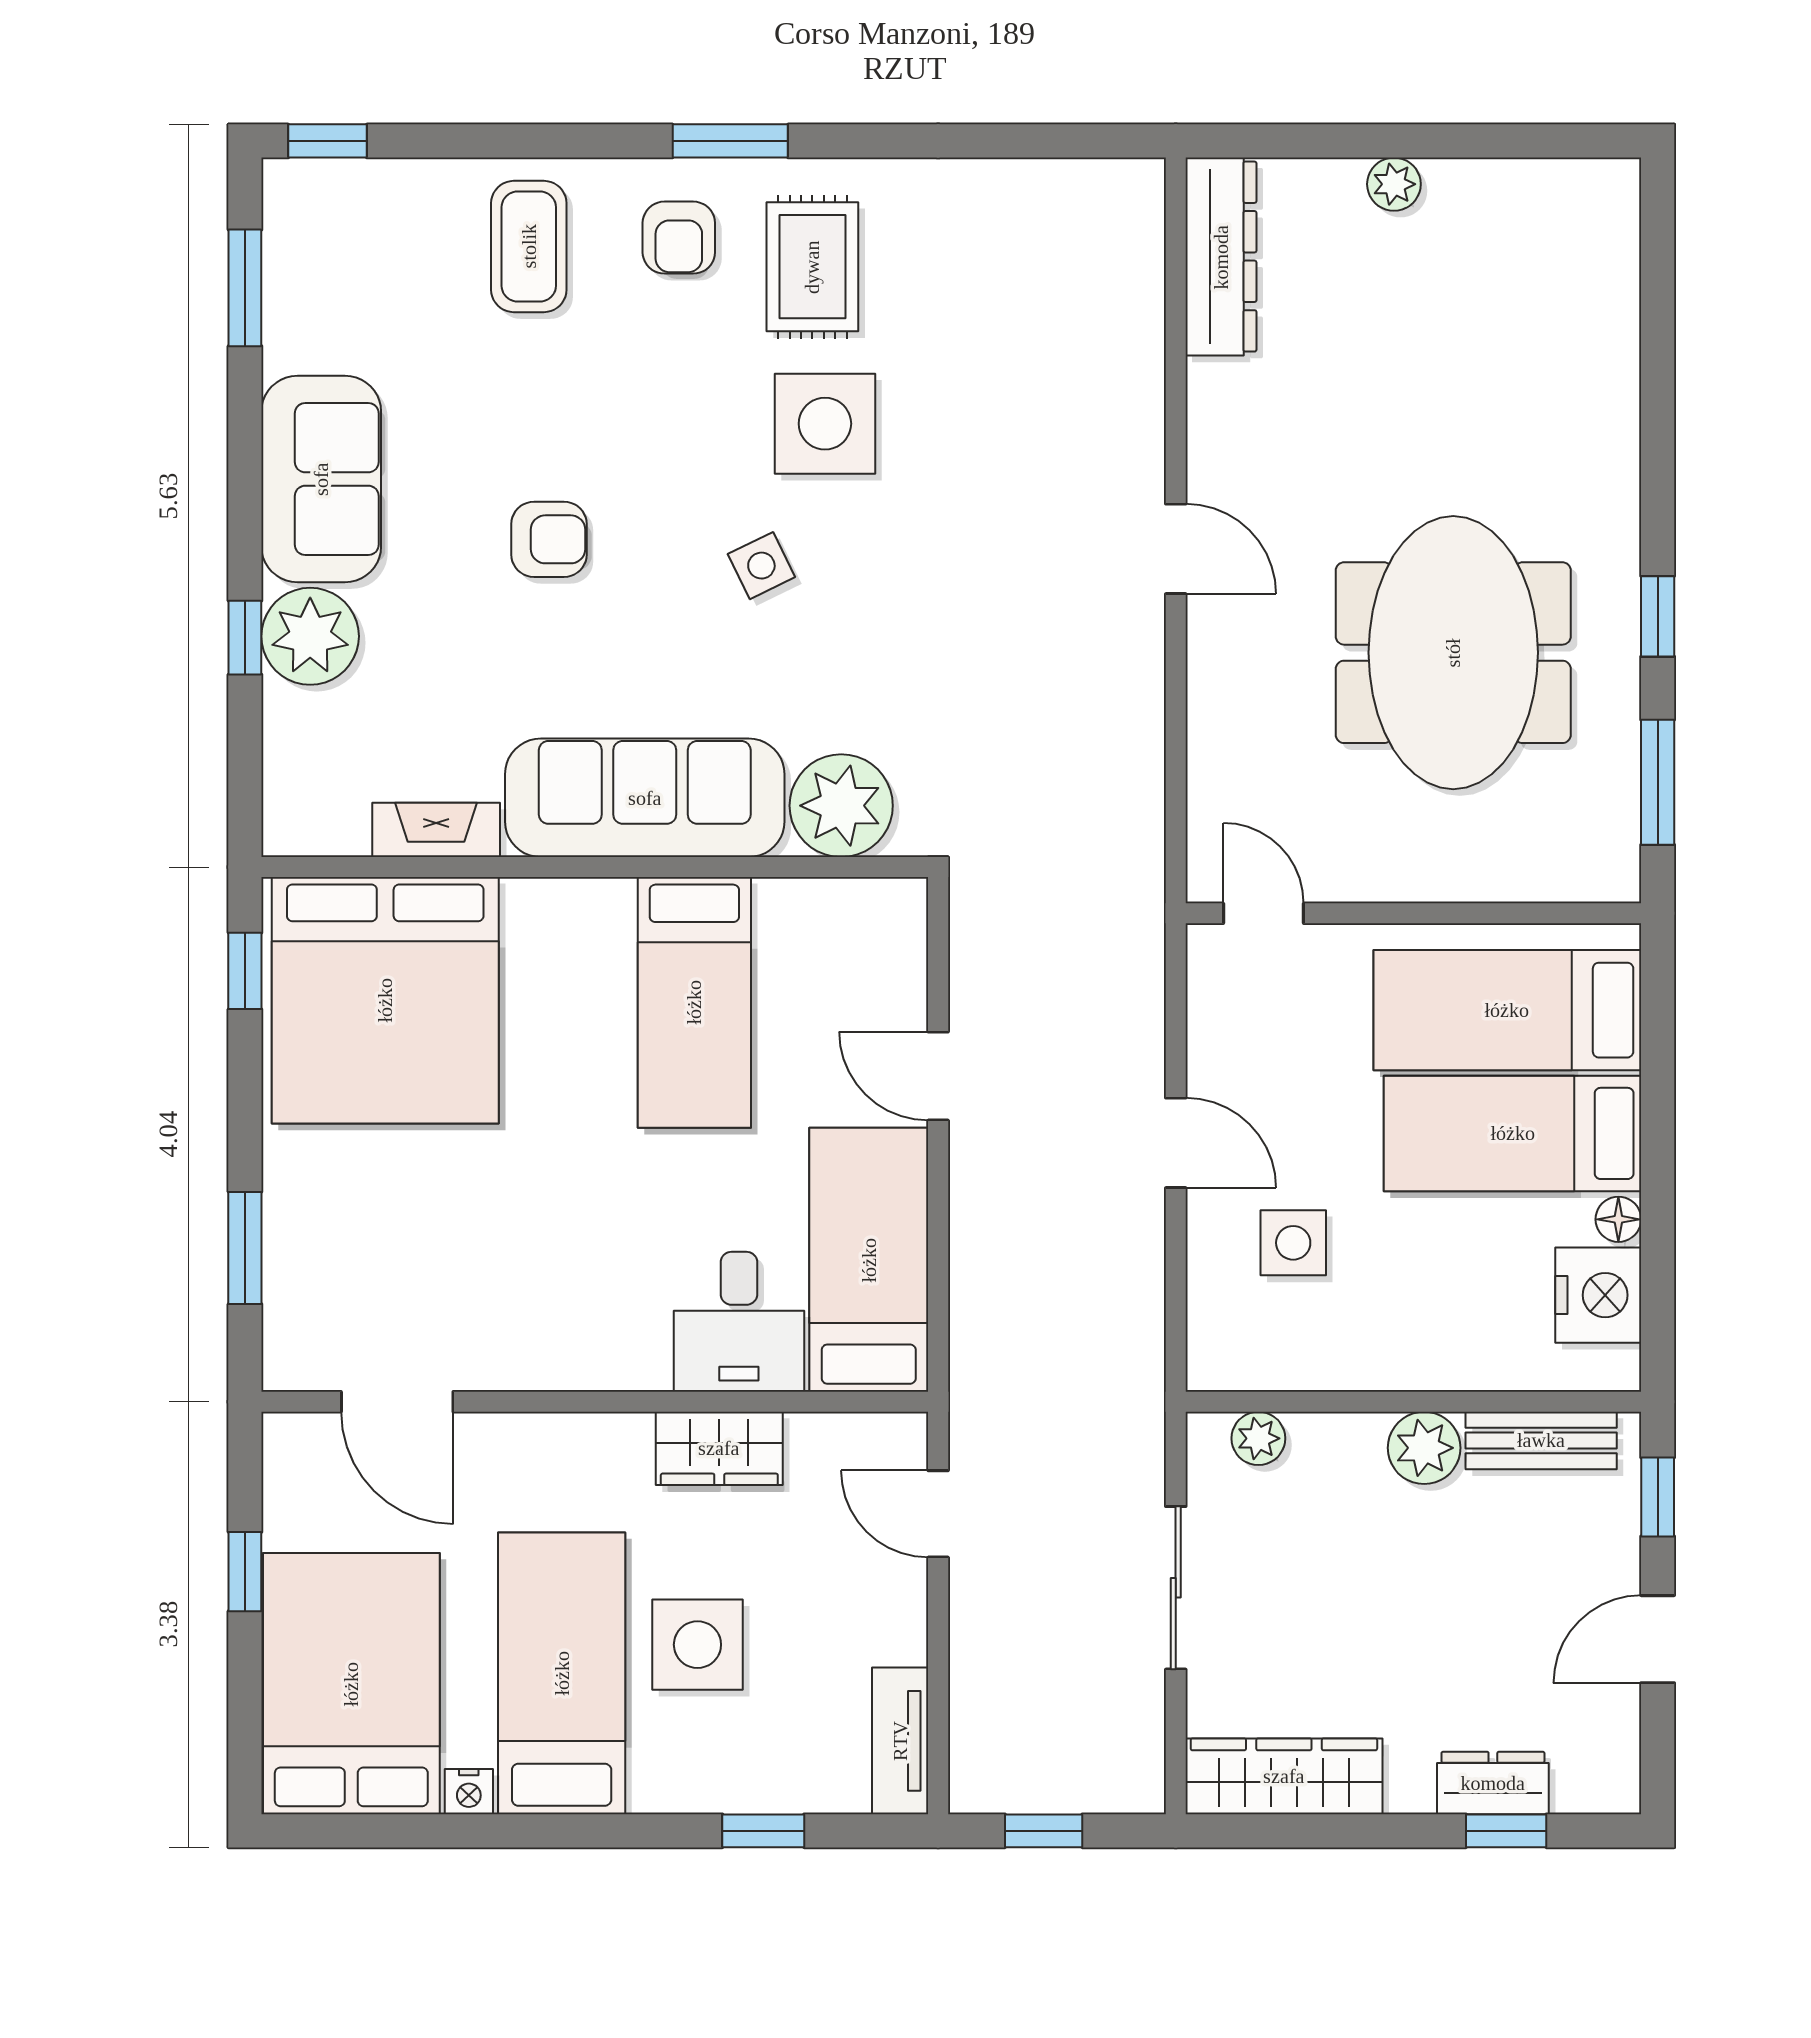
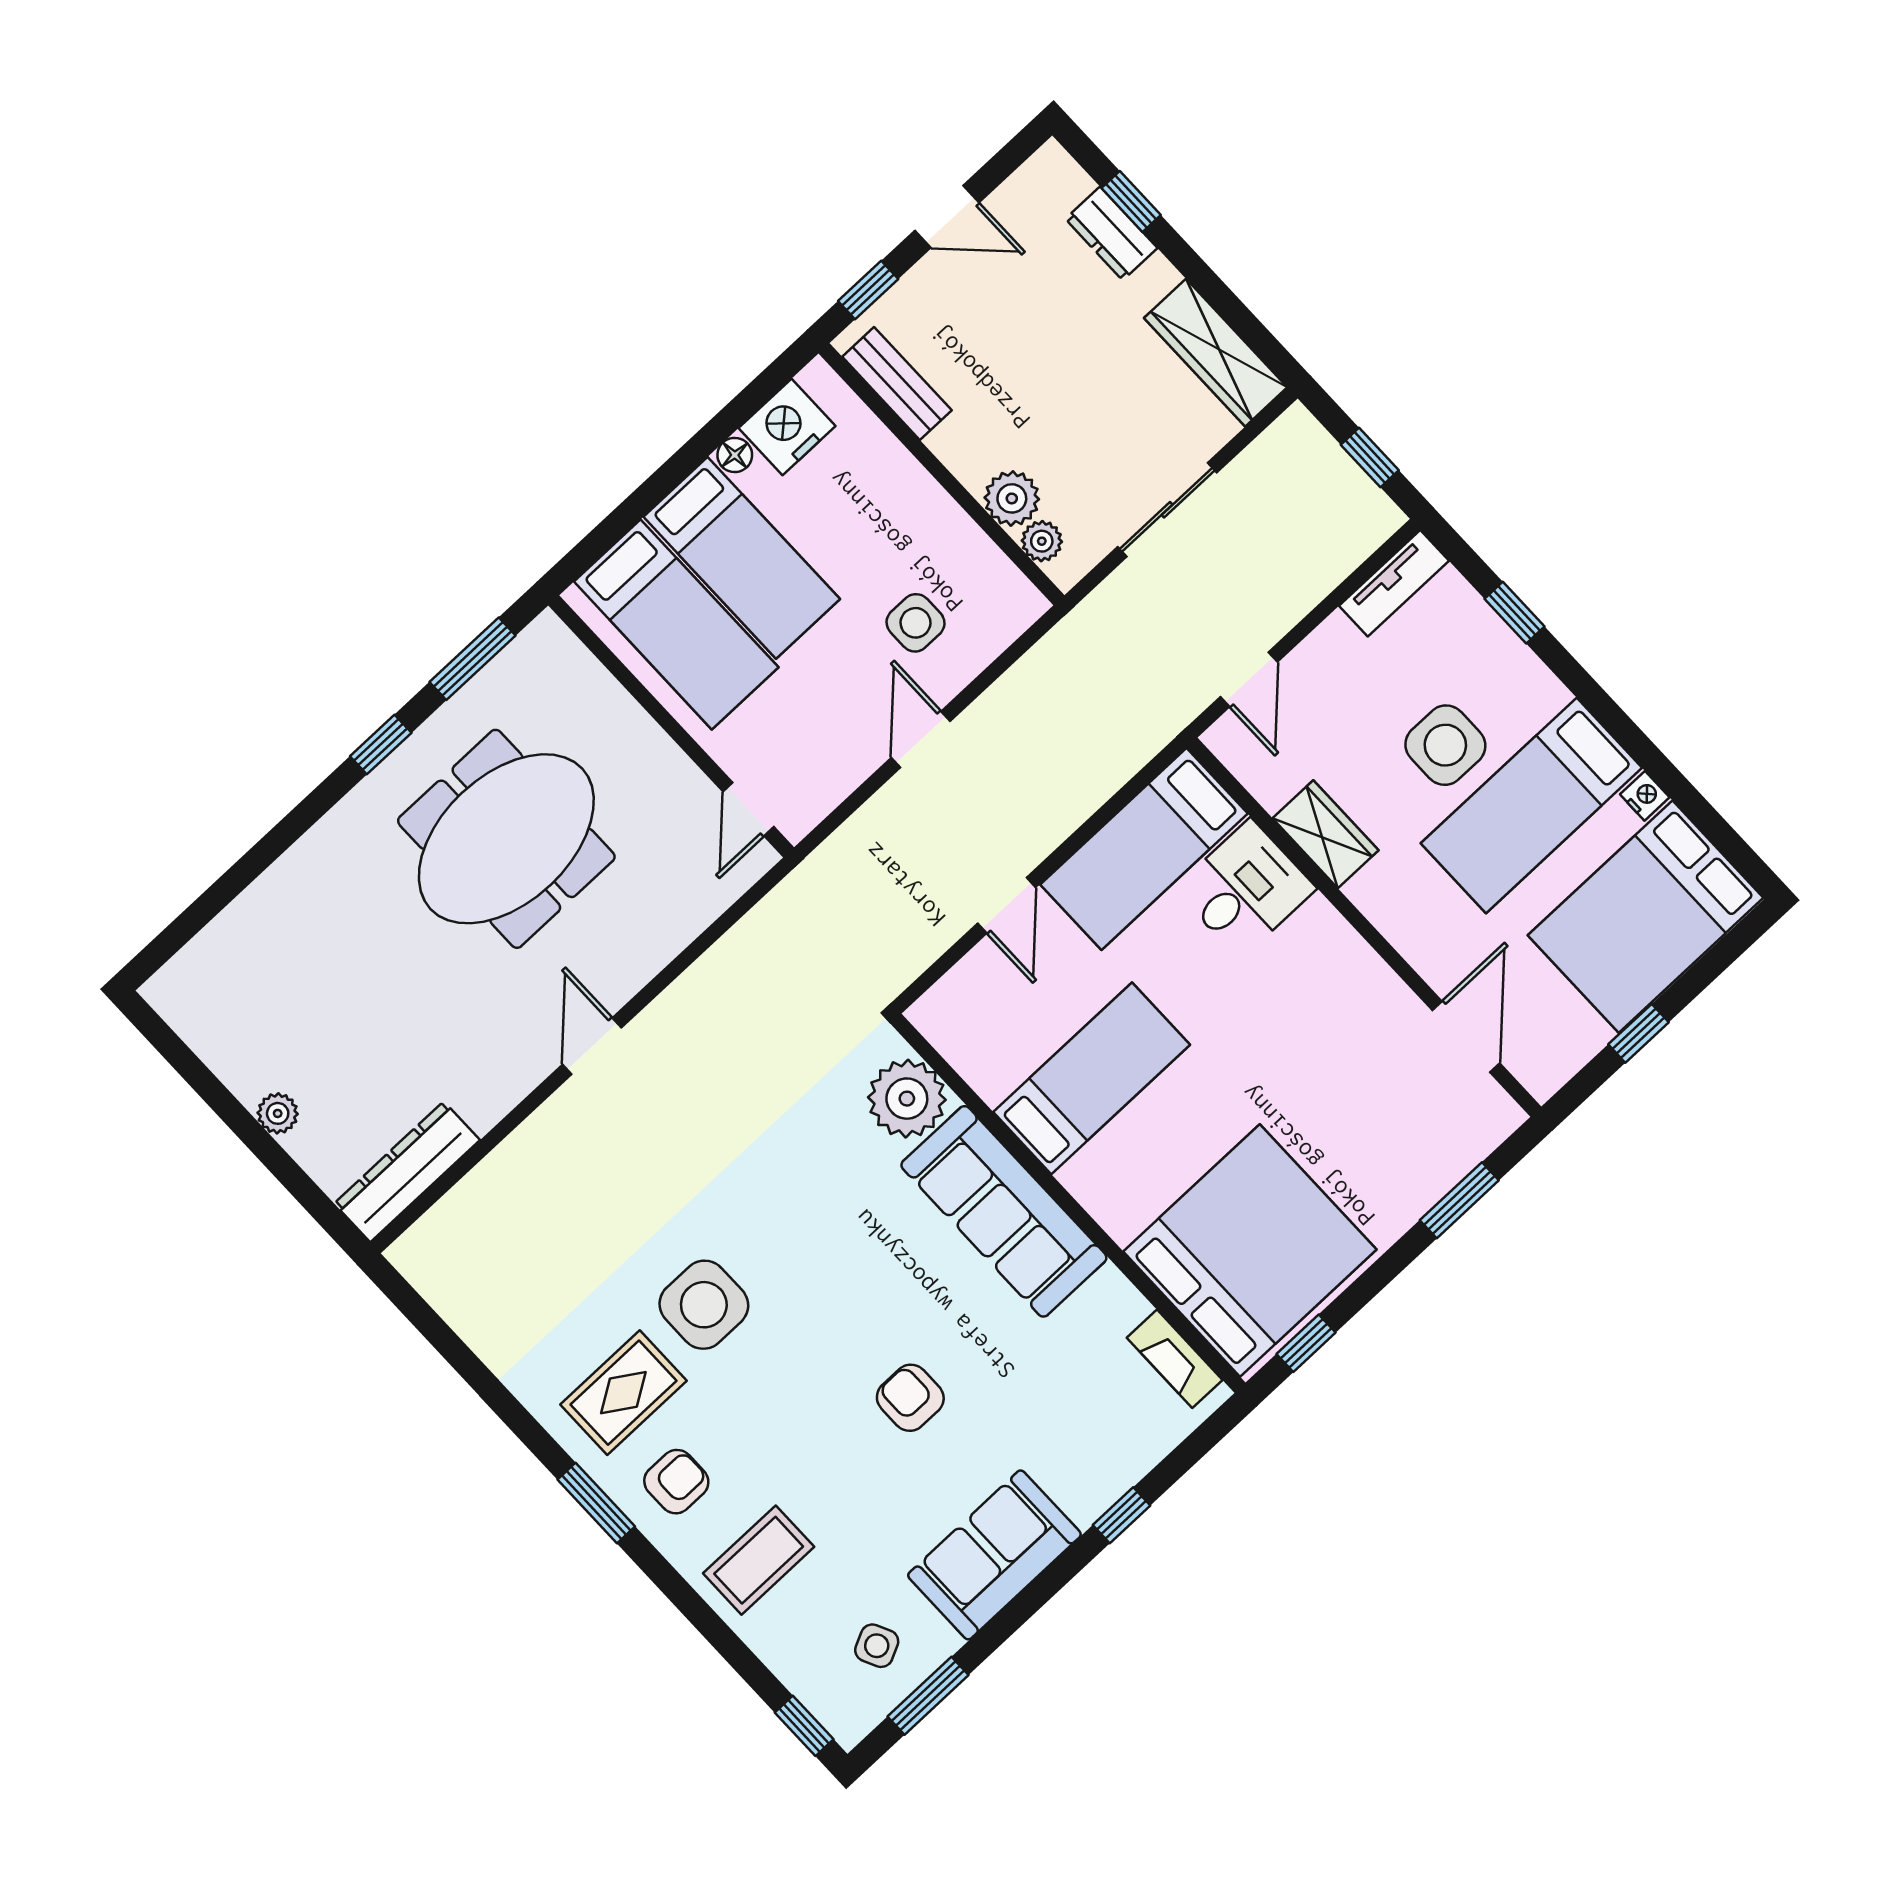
side table: (761, 566) -> (877, 1646), moved
plant: (310, 636) -> (1087, 1480), removed
fireplace: (436, 830) -> (1175, 1359), moved
plant: (1424, 1448) -> (1012, 498), moved

